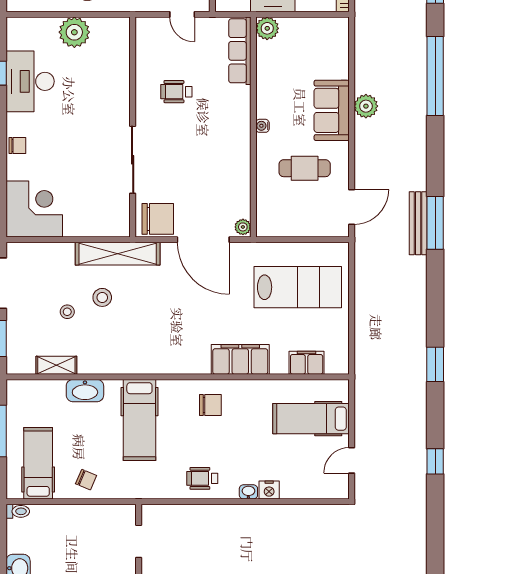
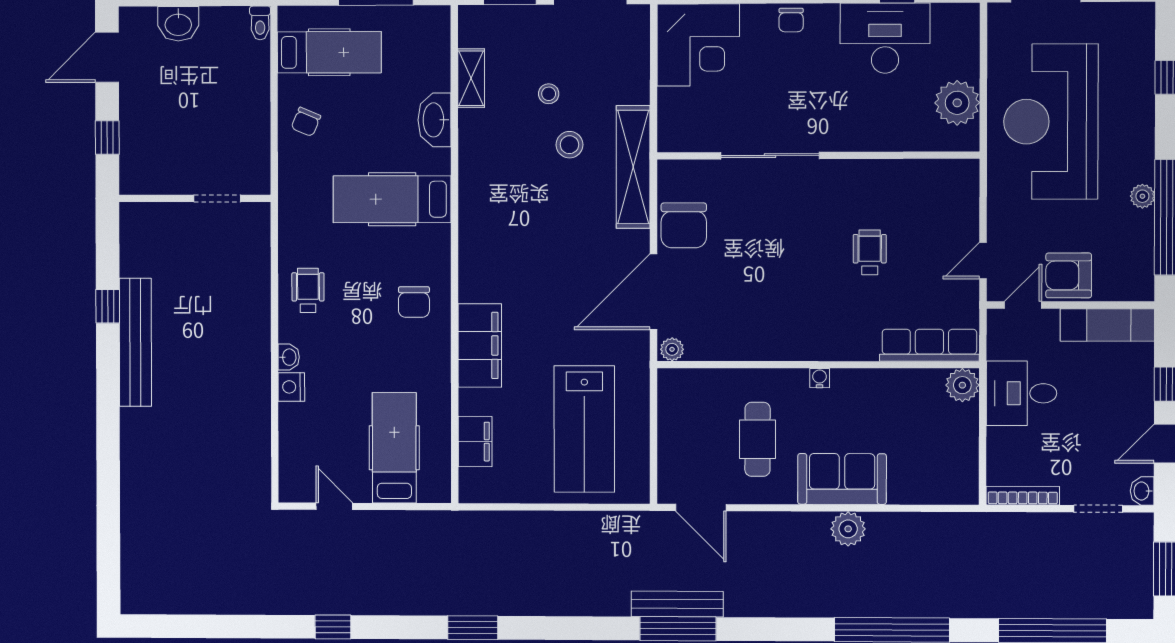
wall: (133, 127) -> (818, 155), moved
sliding door: (133, 160) -> (770, 156), moved

